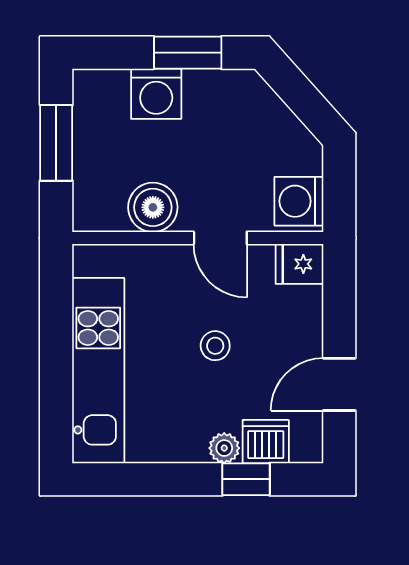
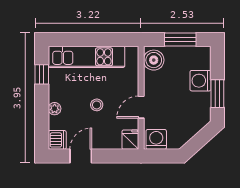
boiler: (153, 207) -> (154, 60), moved
door: (339, 384) -> (81, 156), hinge flipped
dishwasher: (266, 442) -> (57, 140), moved
window: (246, 479) -> (42, 74), moved

